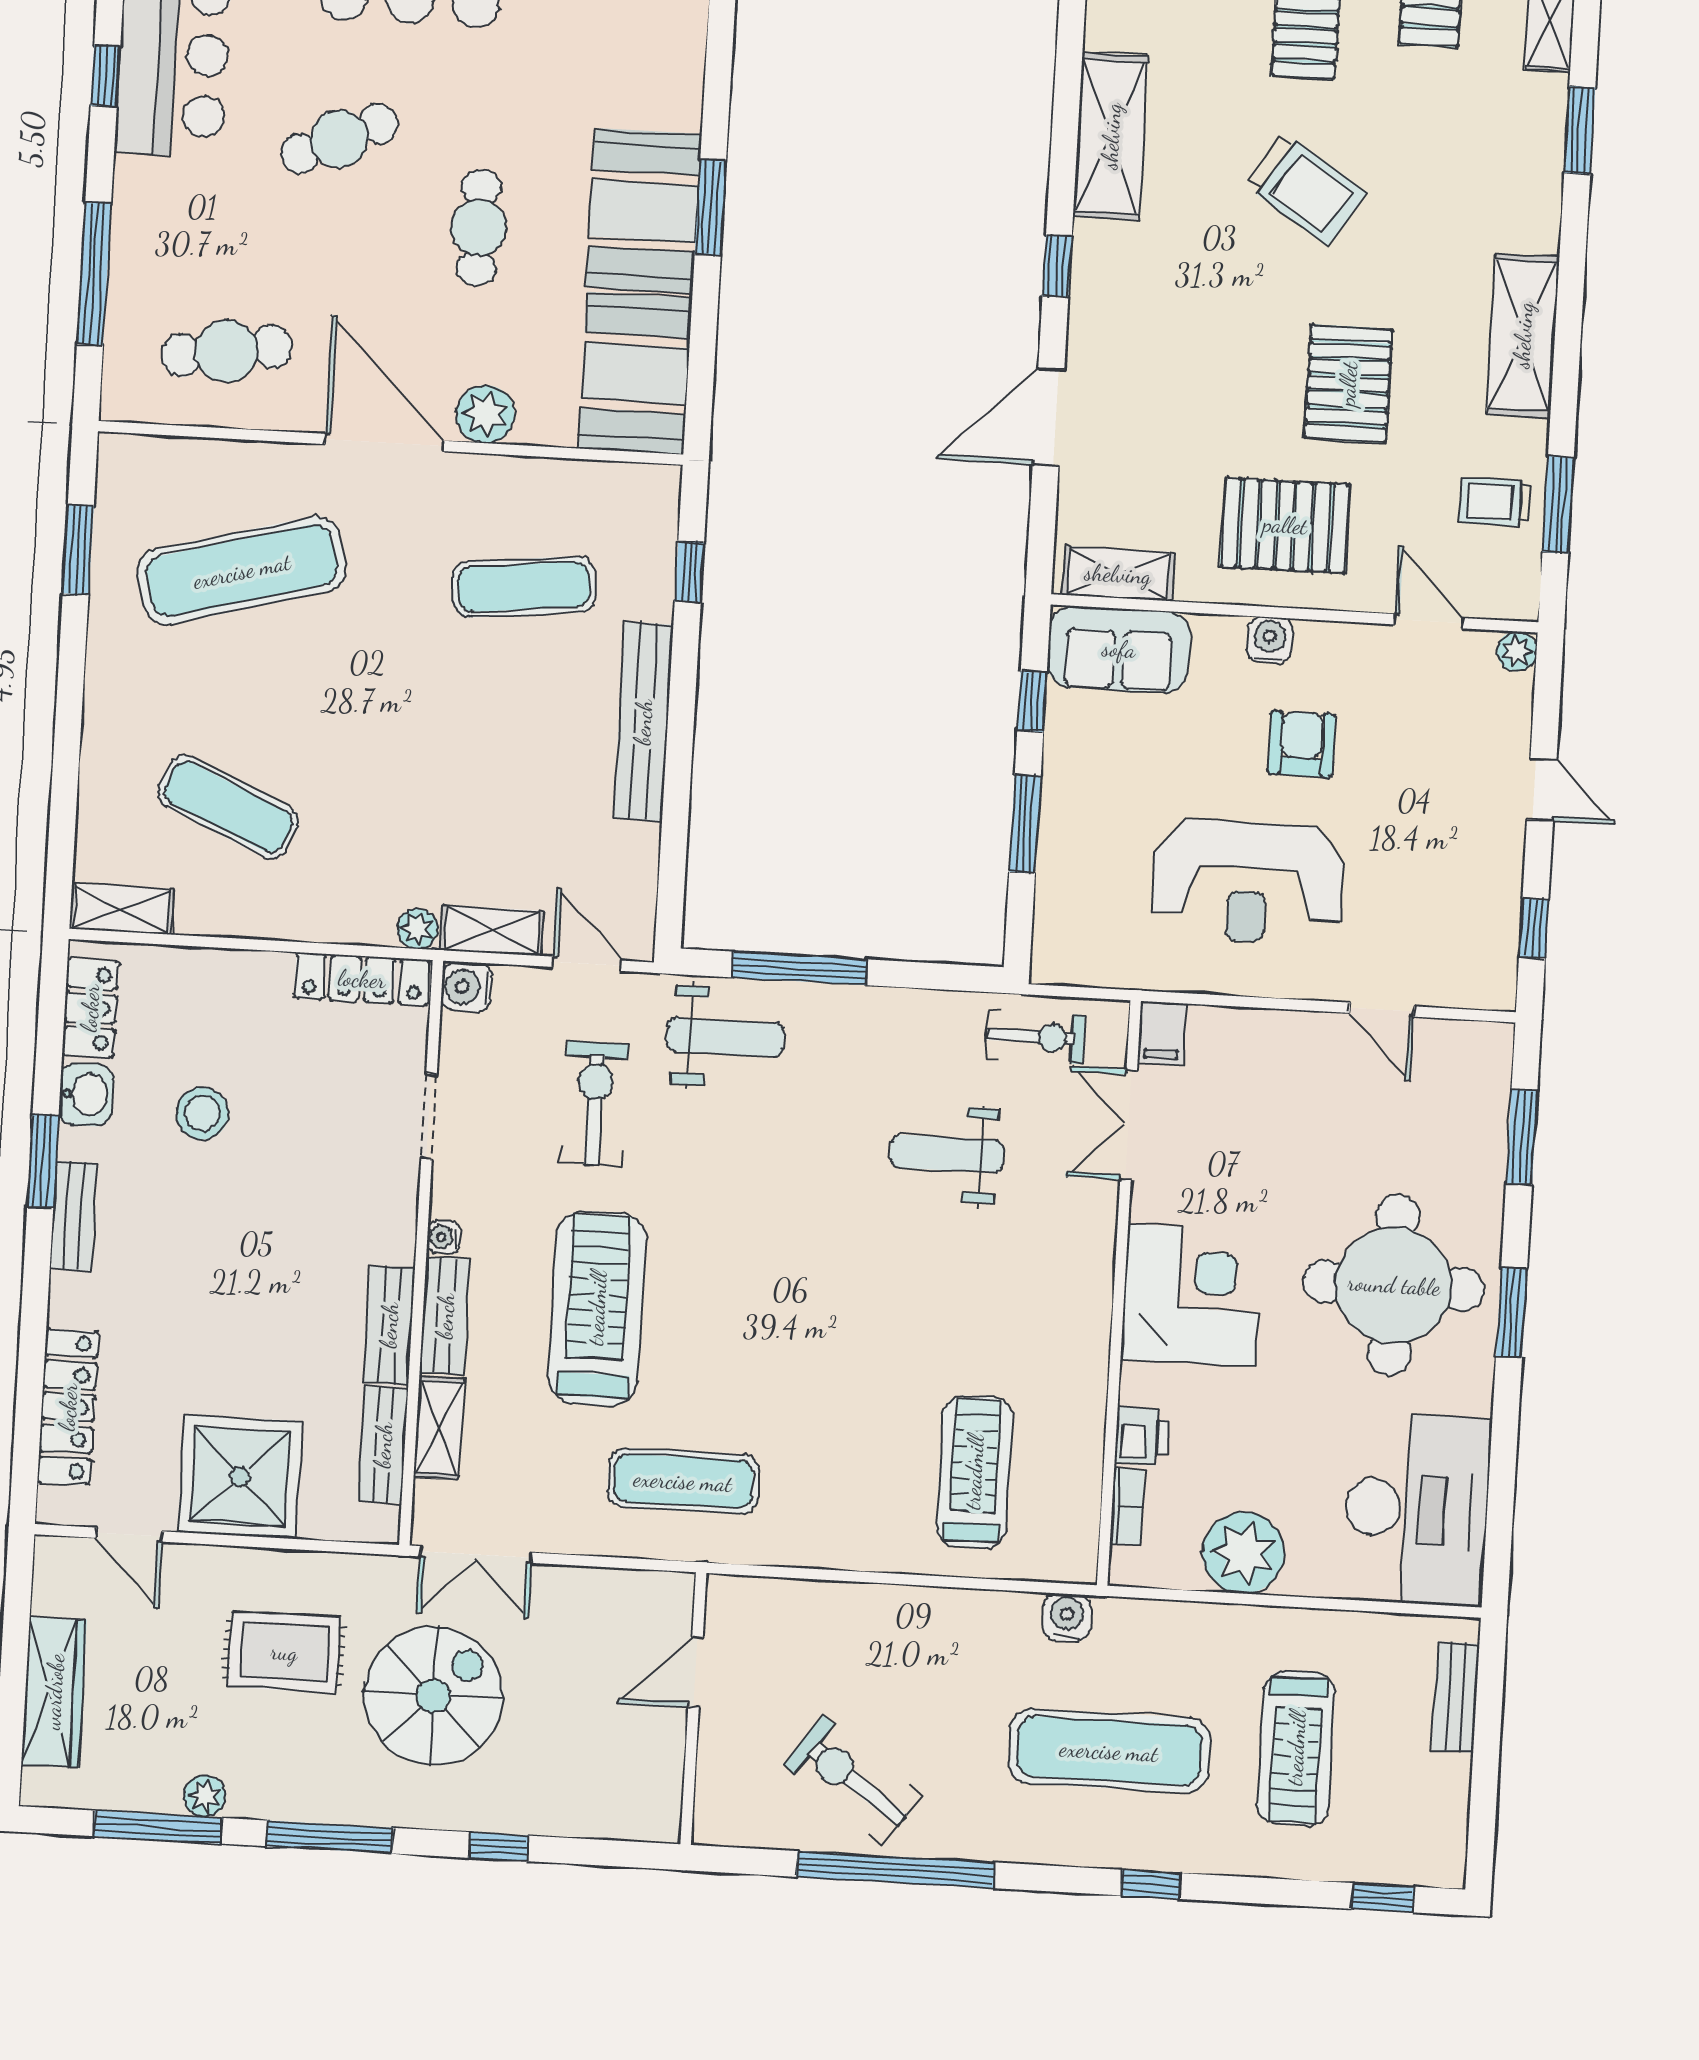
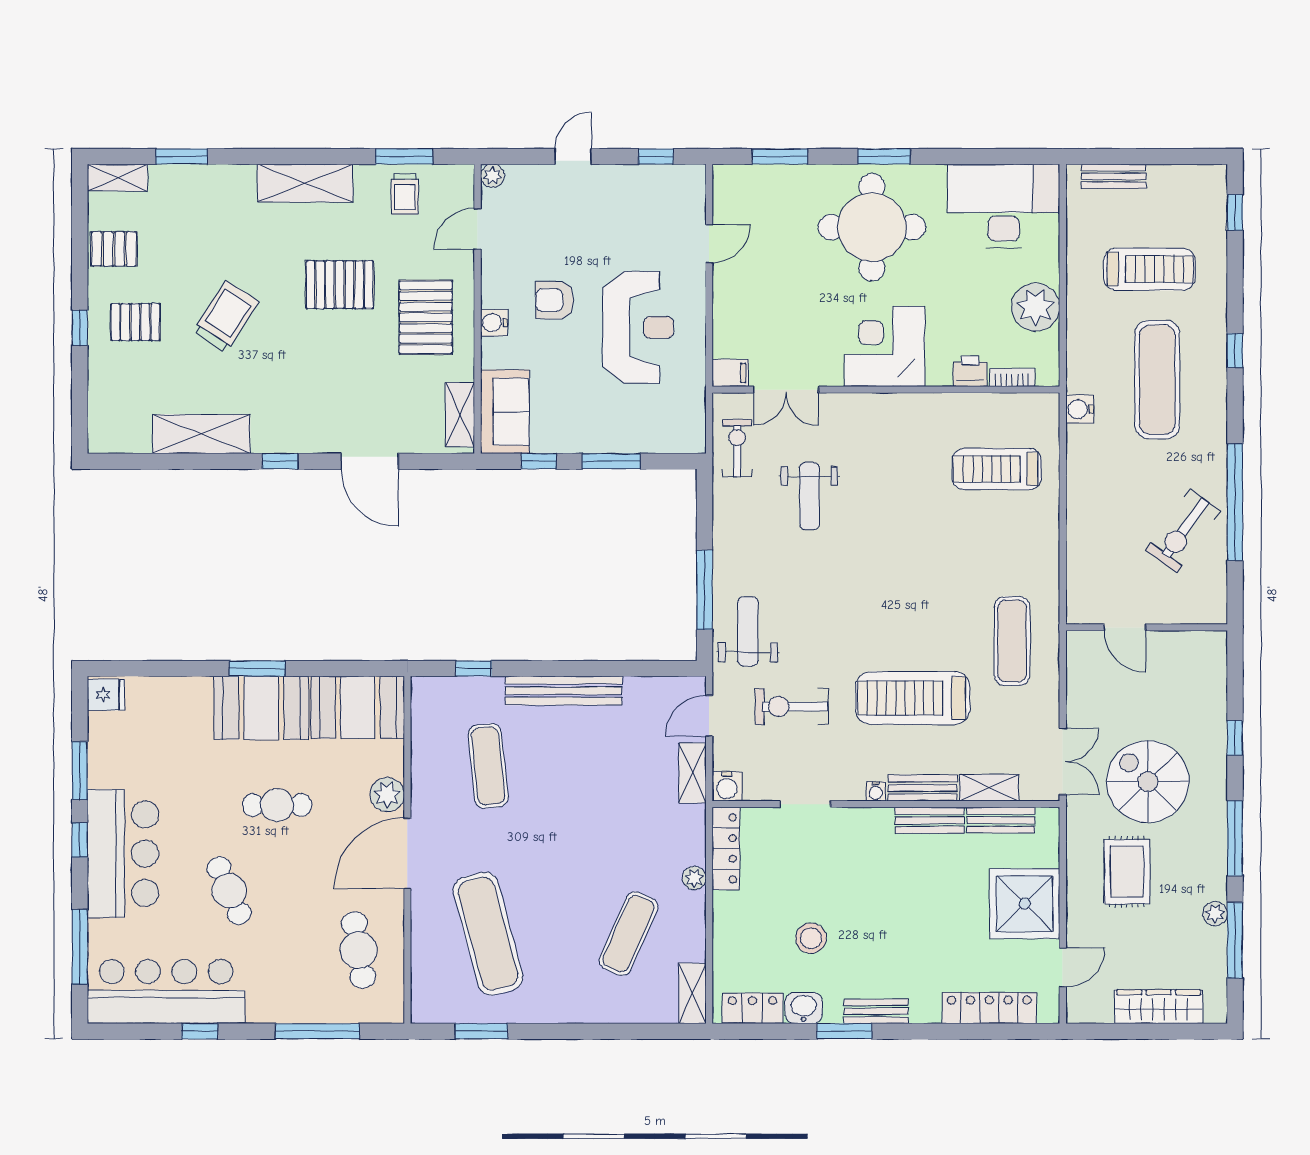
plant: (417, 929) -> (694, 878), moved

